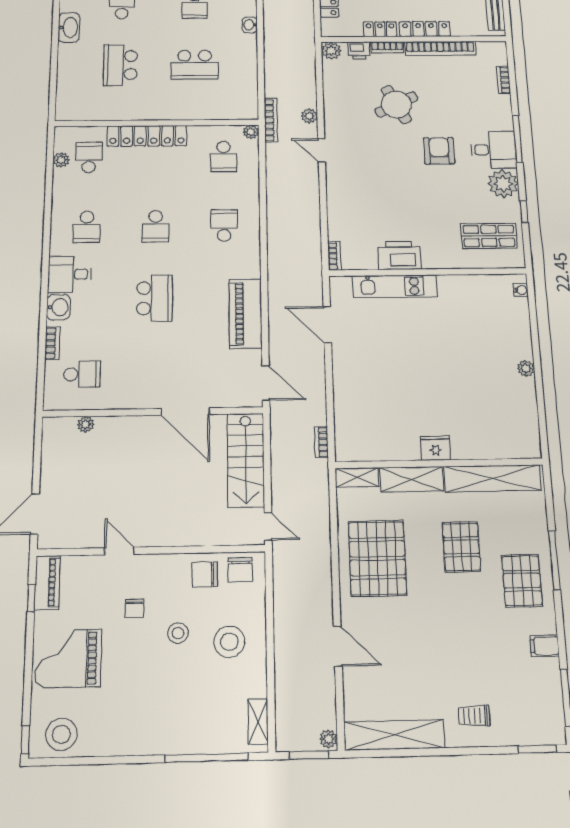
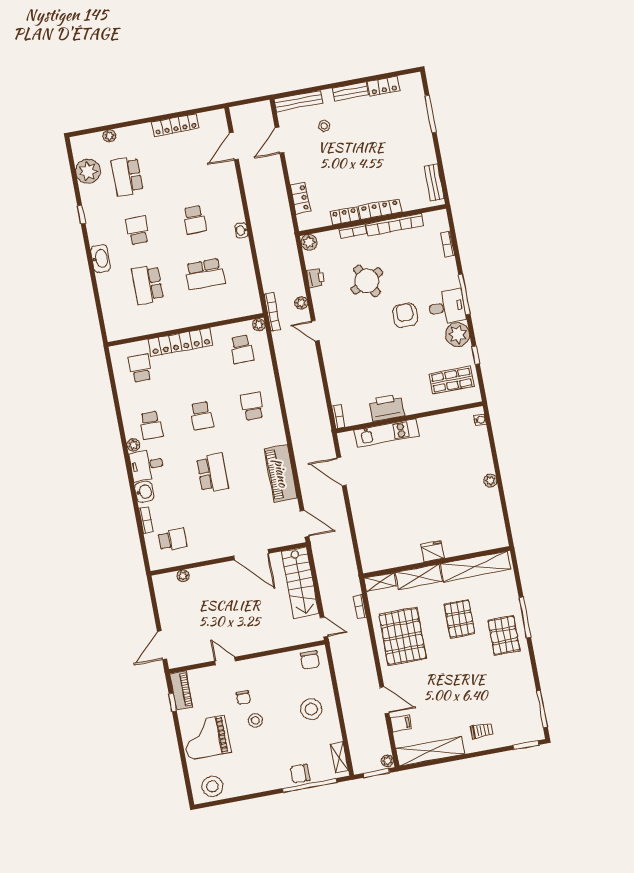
printer: (359, 50) -> (316, 278), moved, turned -90
plant: (61, 160) -> (133, 445), moved
bookcase: (321, 442) -> (360, 607), moved
chair: (205, 575) -> (300, 774), moved
stool: (178, 633) -> (255, 720), moved
filing cabinet: (545, 646) -> (401, 723), moved, turned 180
trolley: (474, 716) -> (482, 731), turned 180
window: (25, 740) -> (190, 793), removed

